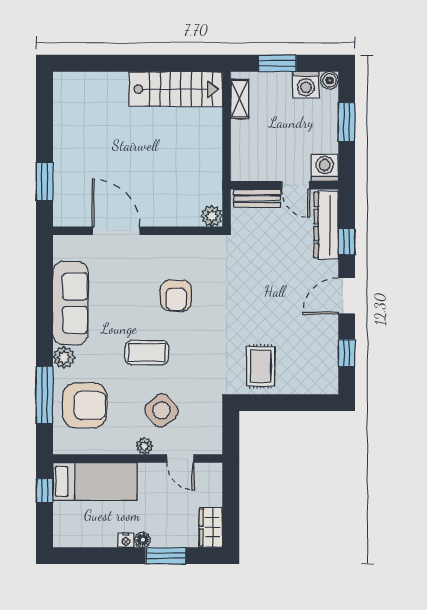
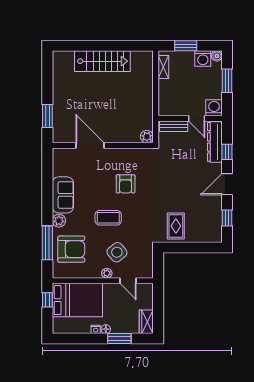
stairs: (176, 89) -> (102, 61), moved
sofa: (70, 303) -> (63, 195), width x0.73
bed: (95, 482) -> (77, 300), width x1.50

